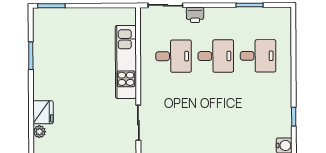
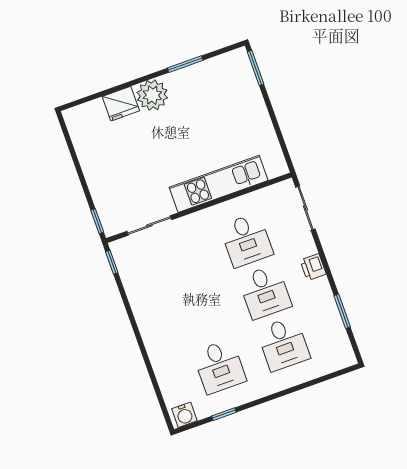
printer: (195, 15) -> (313, 267), moved
desk: (258, 108) -> (219, 367), added
plant: (39, 132) -> (152, 95), moved, width x1.88, depth x1.88

